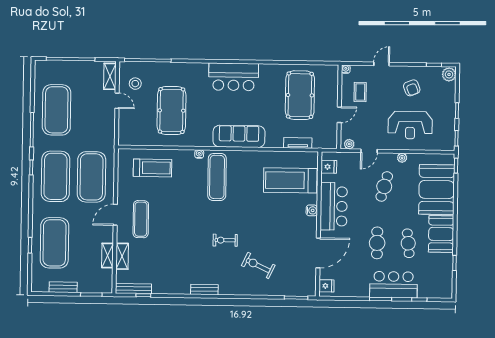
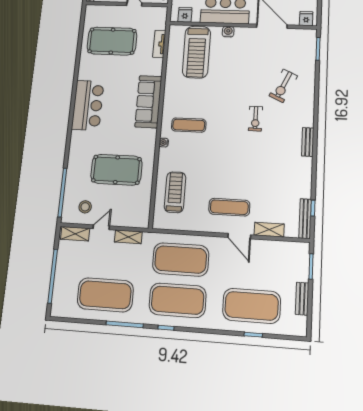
exercise mat: (217, 177) -> (189, 125), width x0.73, depth x0.69
door: (115, 215) -> (239, 236), moved
shelving: (107, 255) -> (128, 237), moved

